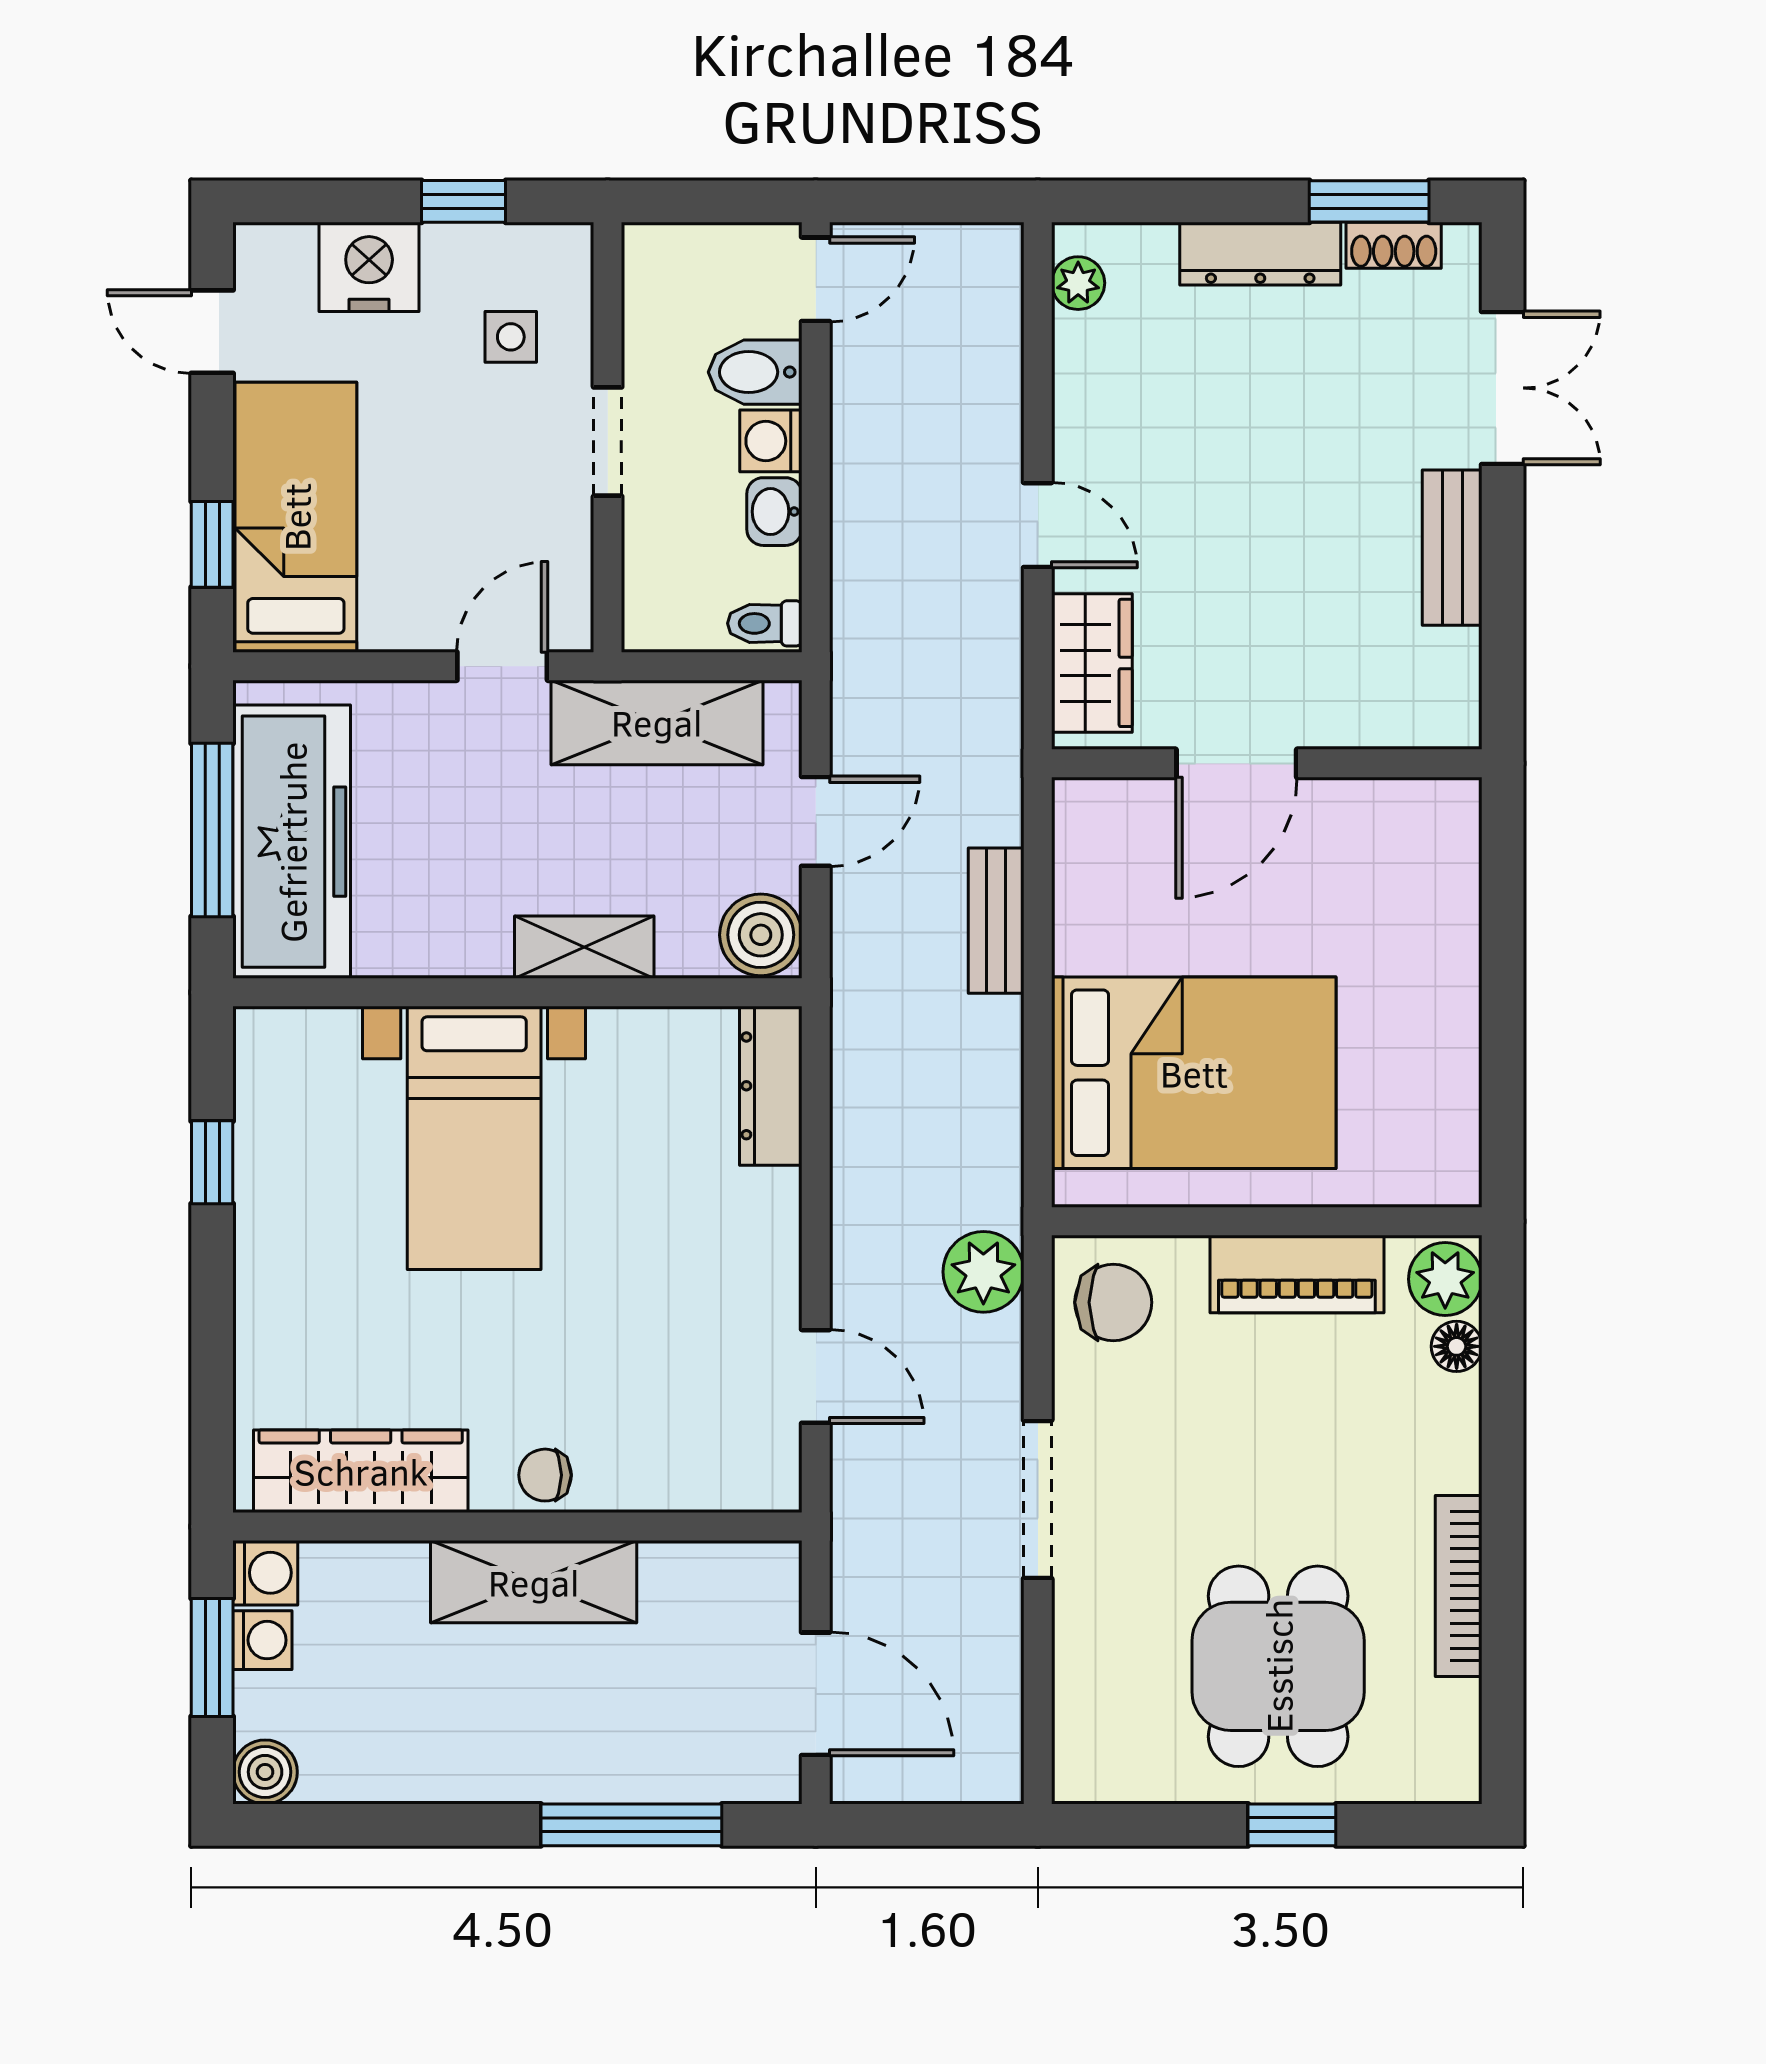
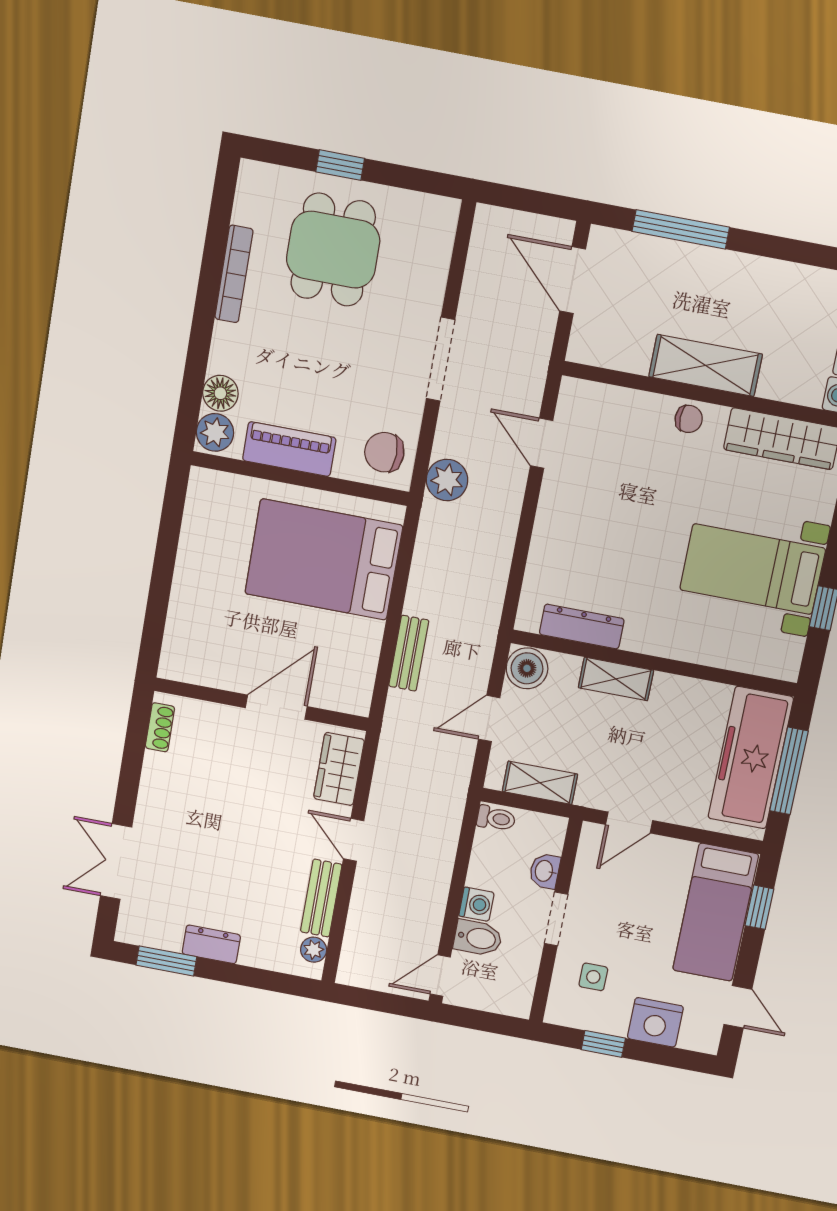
shoe rack: (1394, 245) -> (160, 727), moved, turned 90
dresser: (1260, 254) -> (211, 944), width x0.70
washbasin: (774, 512) -> (545, 871), moved, turned 180
bench: (1452, 548) -> (321, 898), moved
shelving: (657, 722) -> (540, 783), width x0.67, depth x0.75
dresser: (771, 1086) -> (582, 627), moved, turned -90
bed with nightstands: (474, 1138) -> (753, 569), moved, turned -90
floor lamp: (1457, 1346) -> (220, 393), width x1.37, depth x1.37

